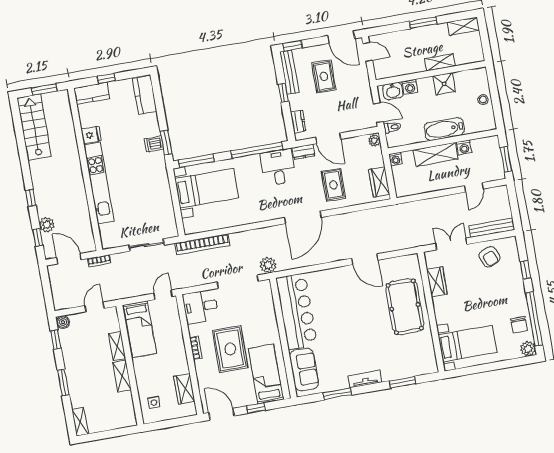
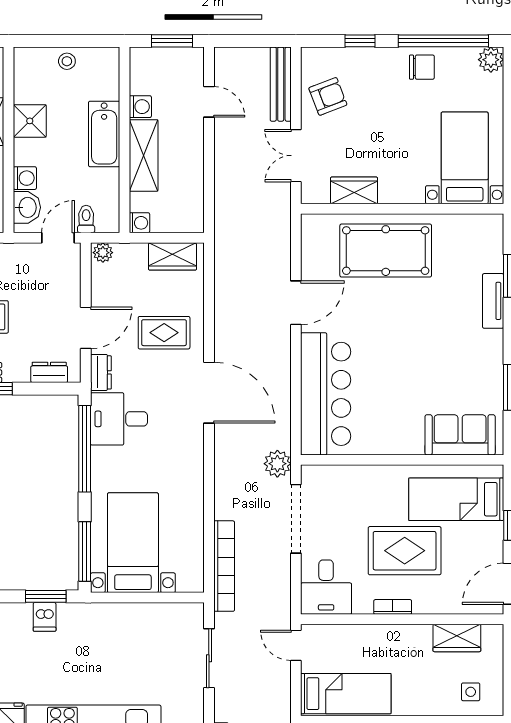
bar counter: (297, 311) -> (326, 394), moved, turned 90
chair: (519, 325) -> (422, 67), moved
tv unit: (365, 379) -> (493, 301), moved

